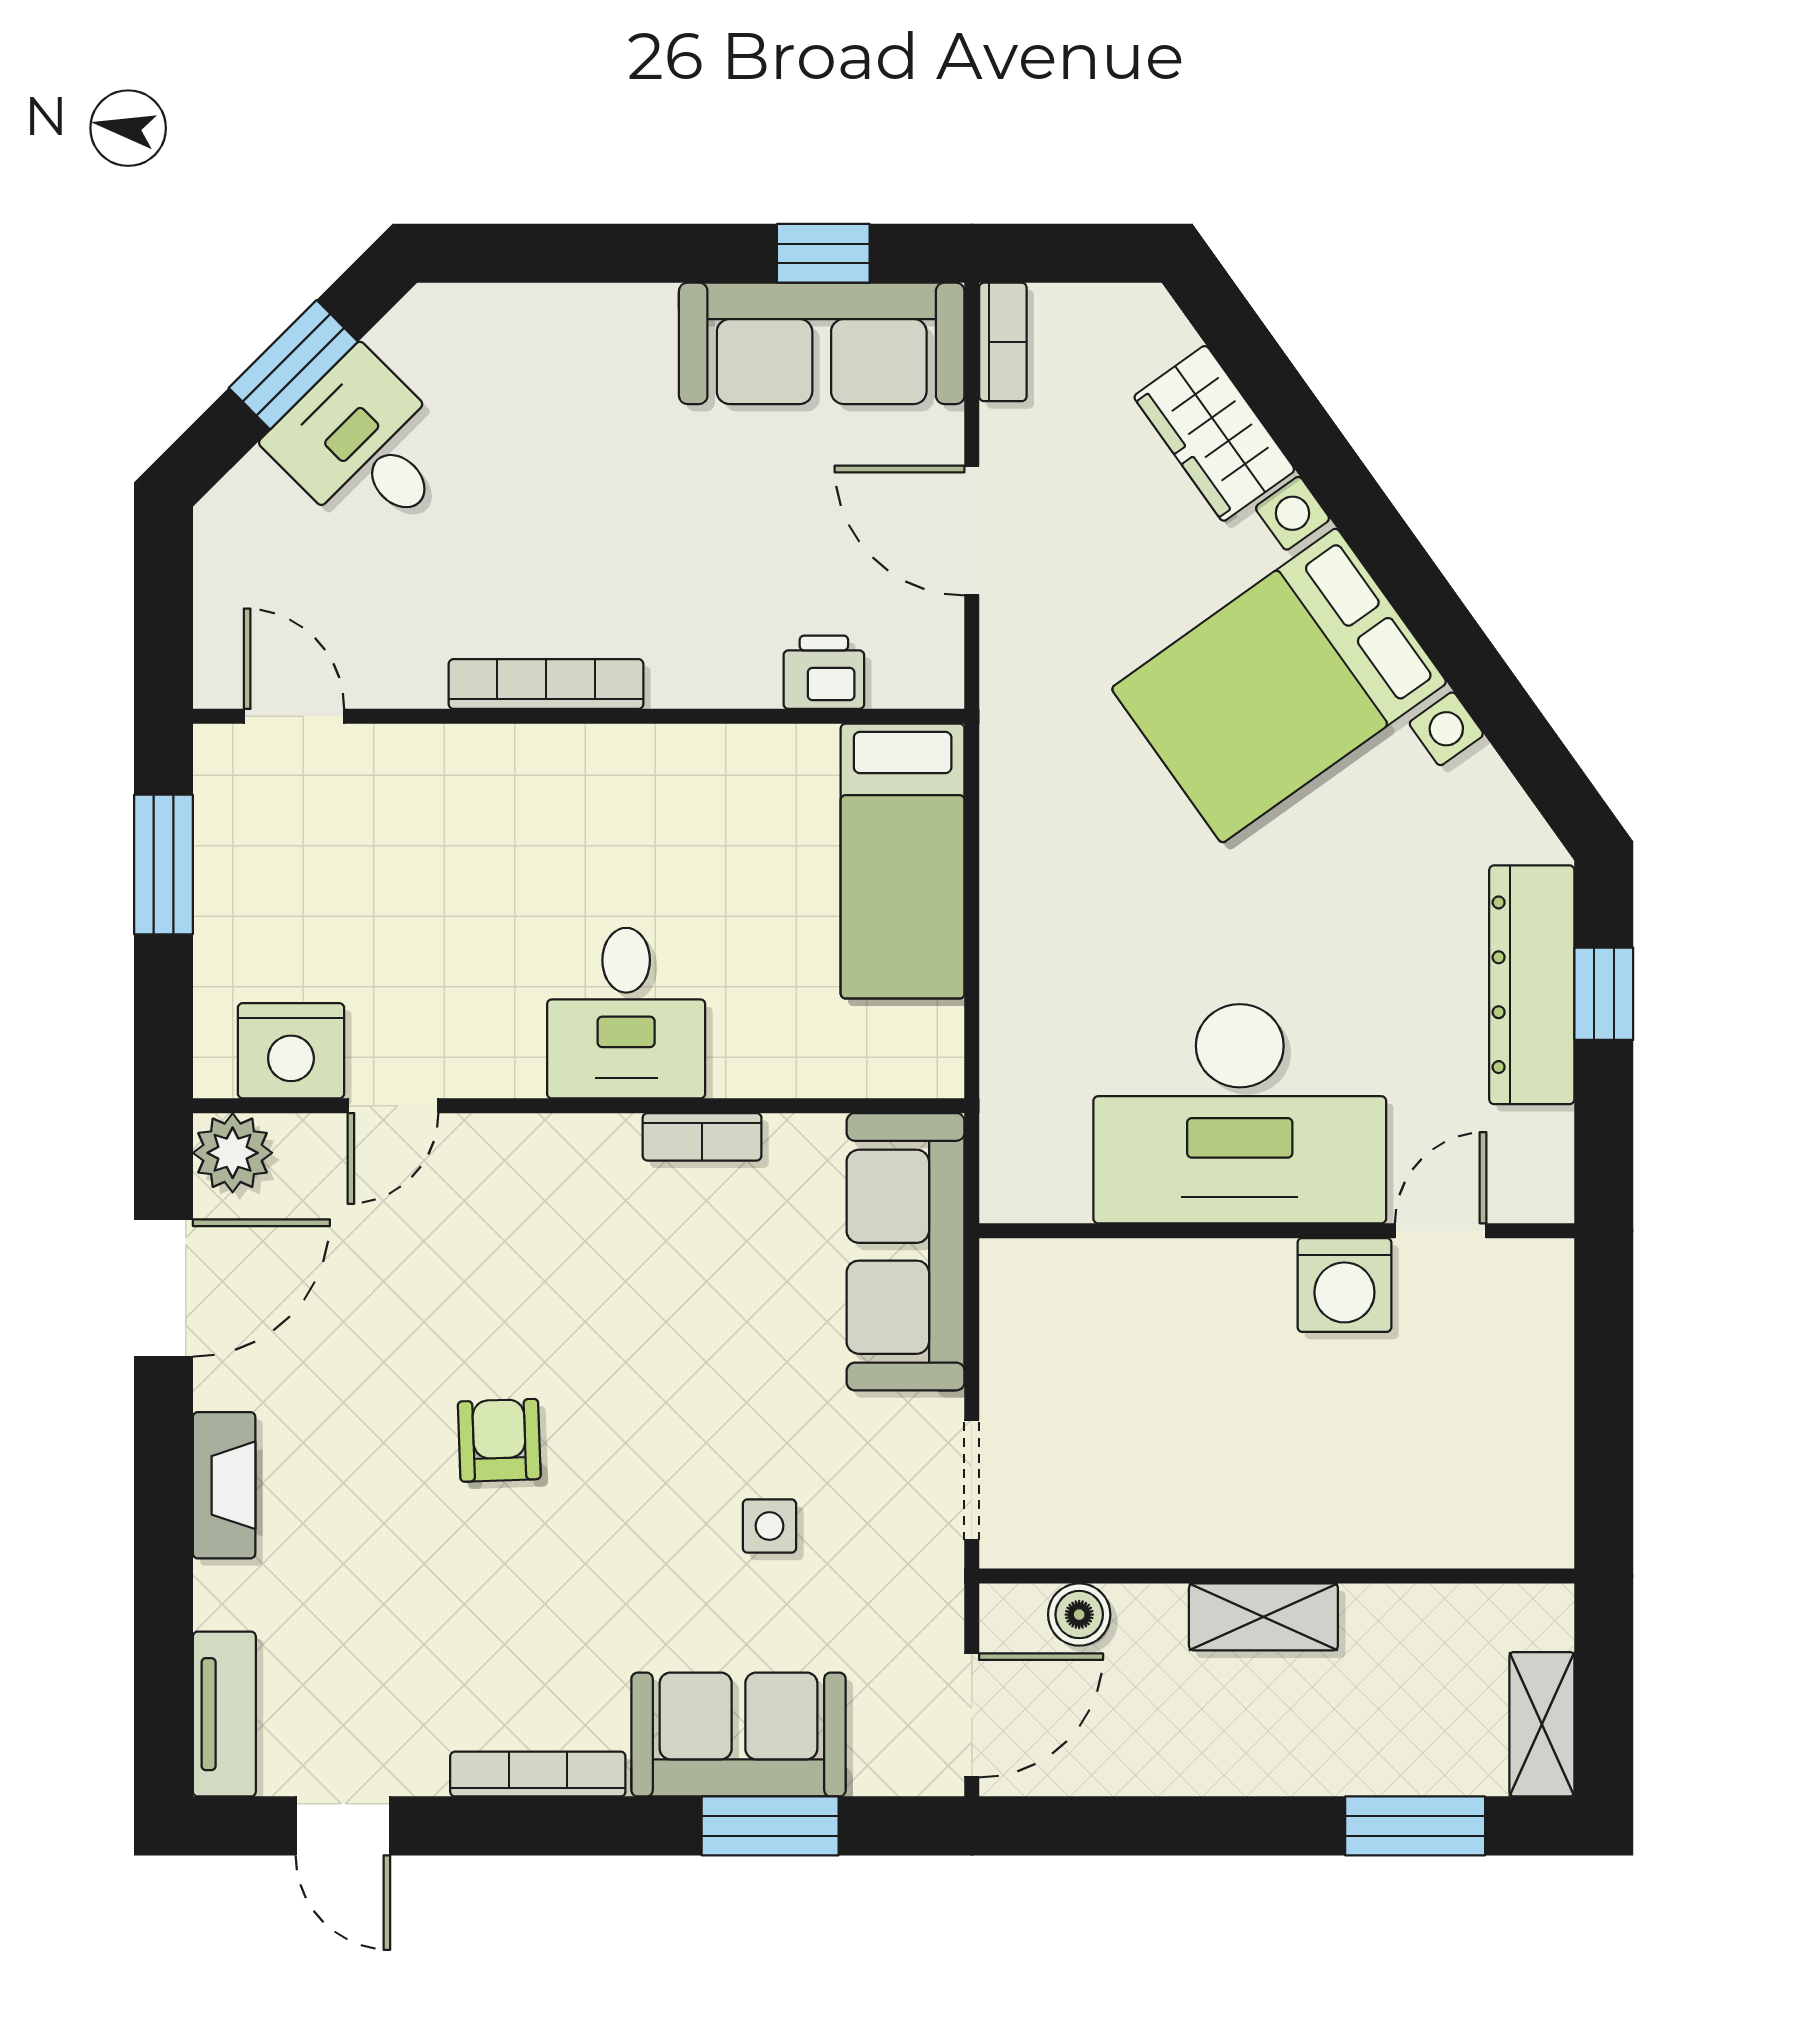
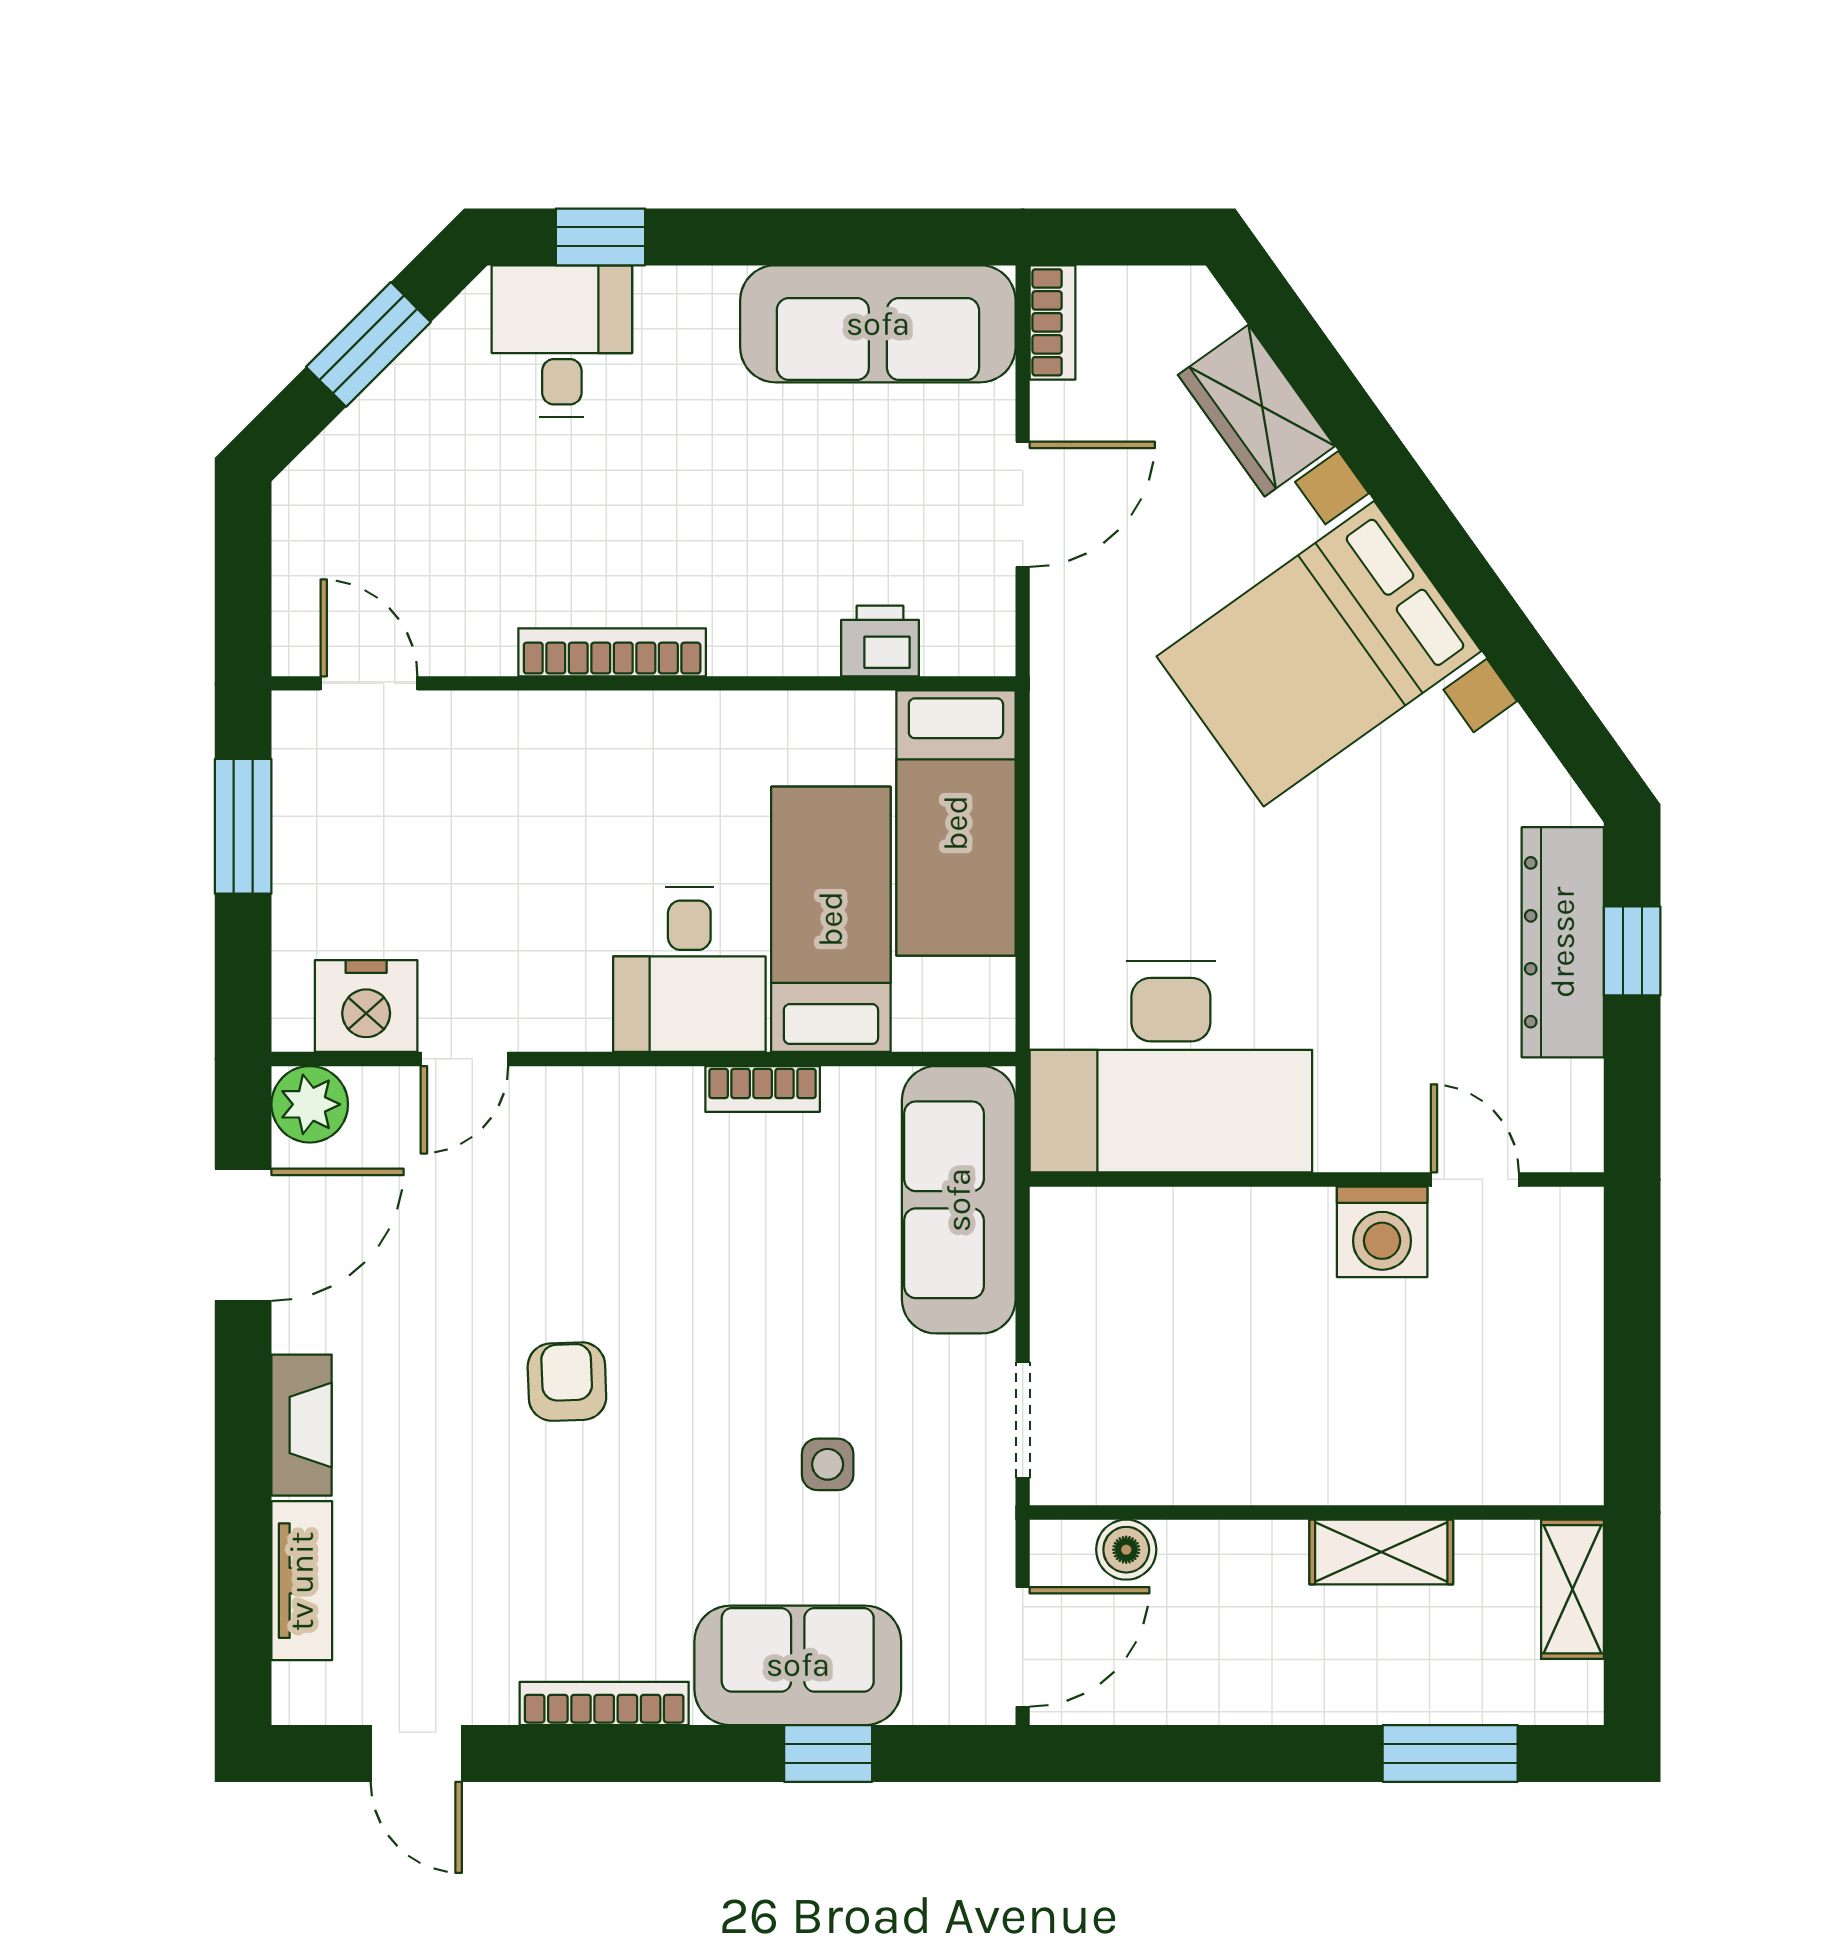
window: (823, 253) -> (600, 237), moved
desk: (364, 447) -> (562, 341), moved, turned 45
door: (972, 531) -> (1023, 504), swing flipped
bed: (773, 961) -> (831, 919), added
desk: (1240, 1114) -> (1171, 1067), moved
door: (1441, 1231) -> (1475, 1179), hinge flipped
shelving: (1263, 1617) -> (1381, 1552), moved
tv unit: (224, 1714) -> (302, 1581), moved
shelving: (1542, 1724) -> (1572, 1589), moved
window: (770, 1826) -> (828, 1753), width x0.67

